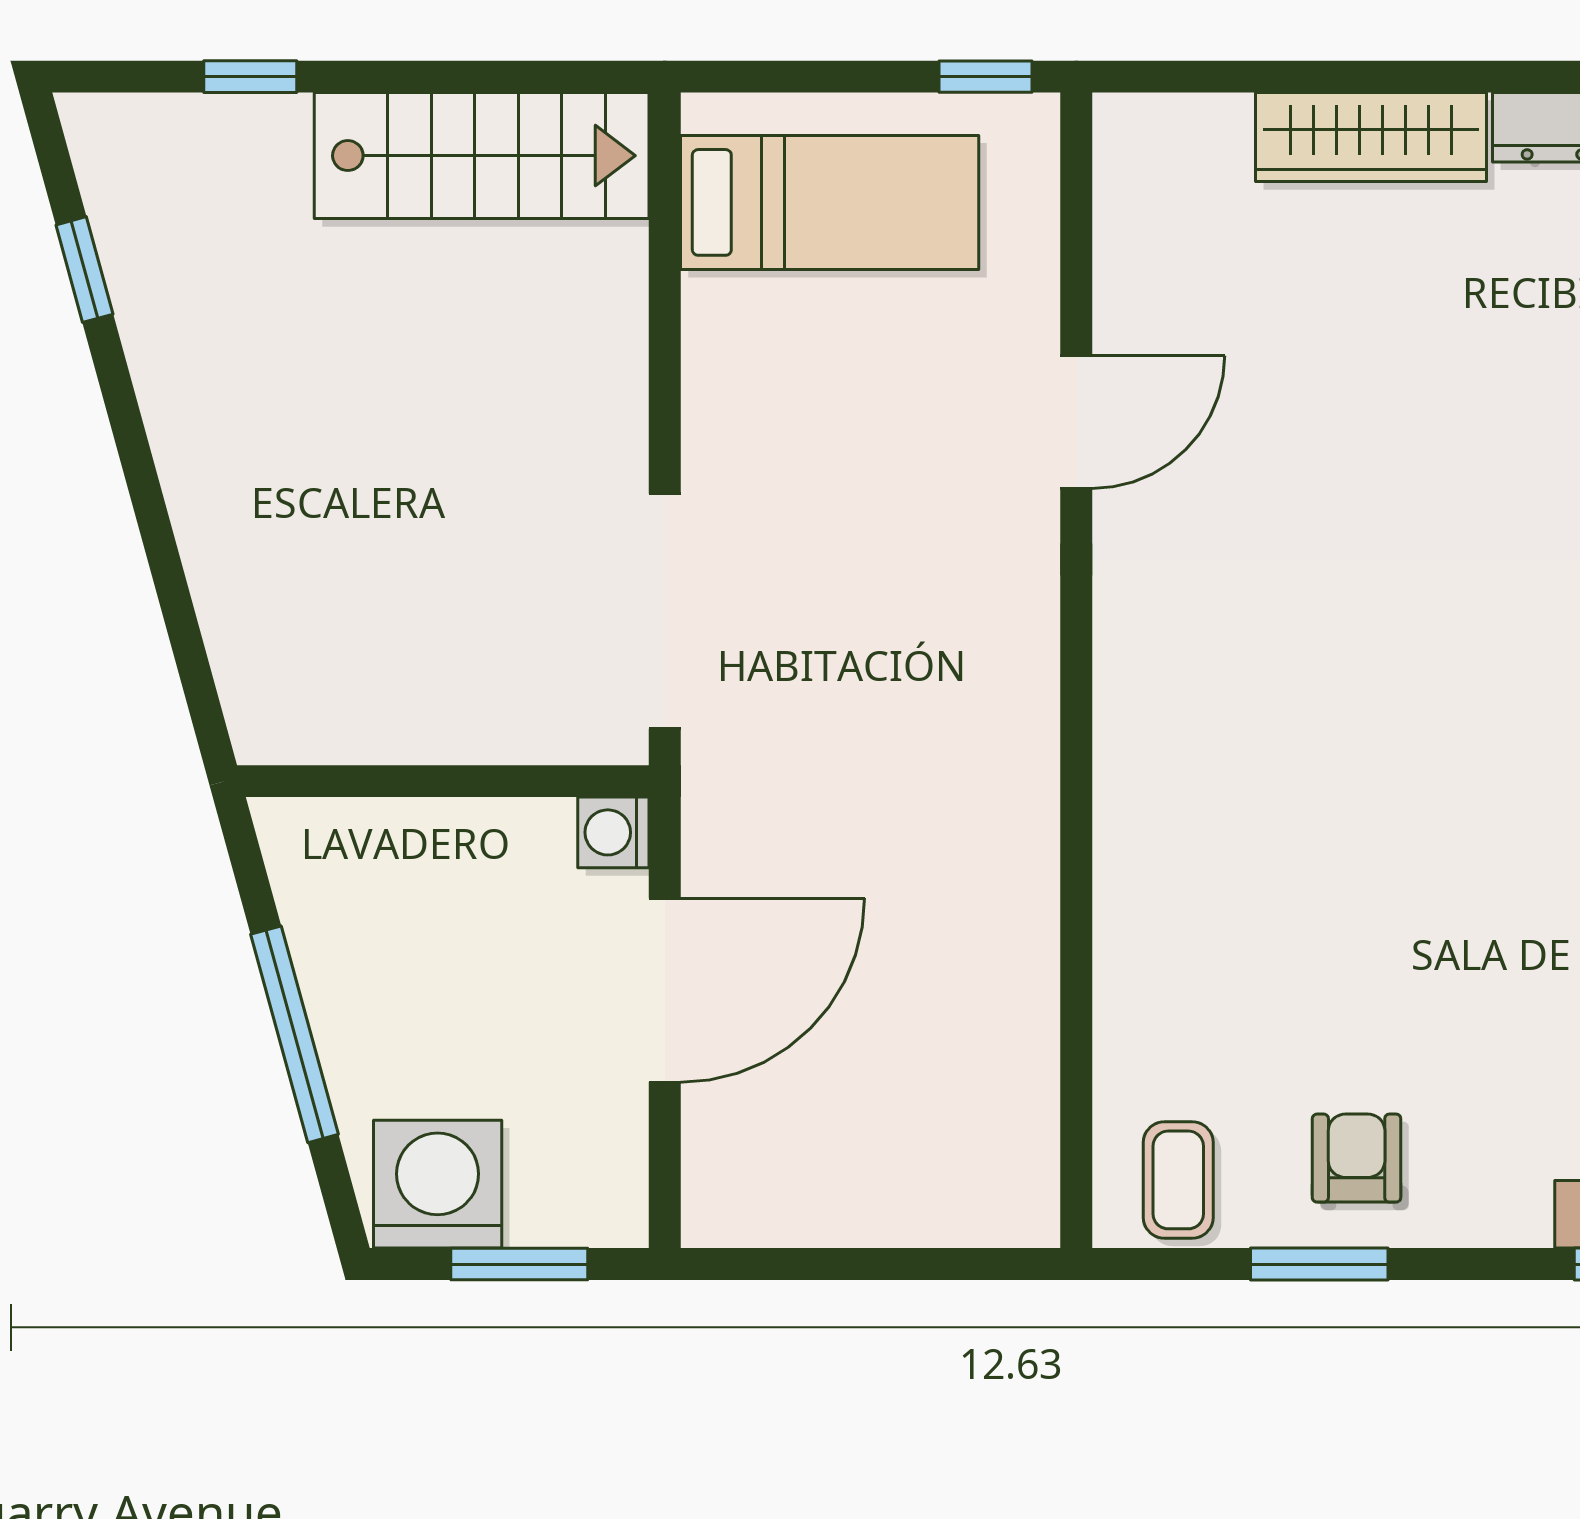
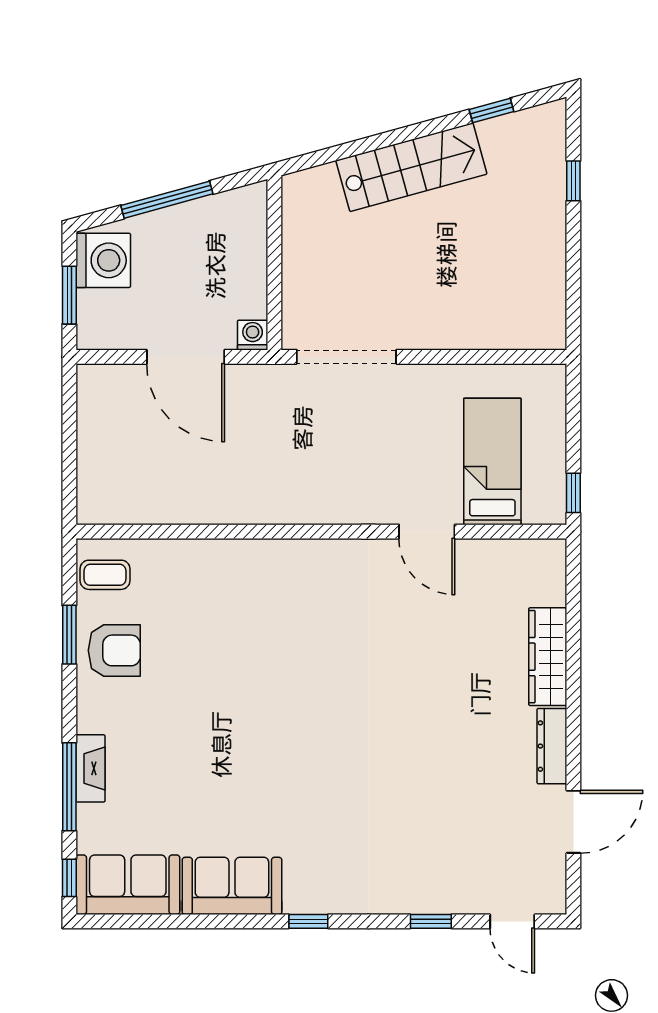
stairs: (482, 156) -> (411, 167), moved, turned -105
bed: (830, 202) -> (492, 462), moved, turned 180
armchair: (1357, 1158) -> (114, 650), width x1.38, depth x1.38

